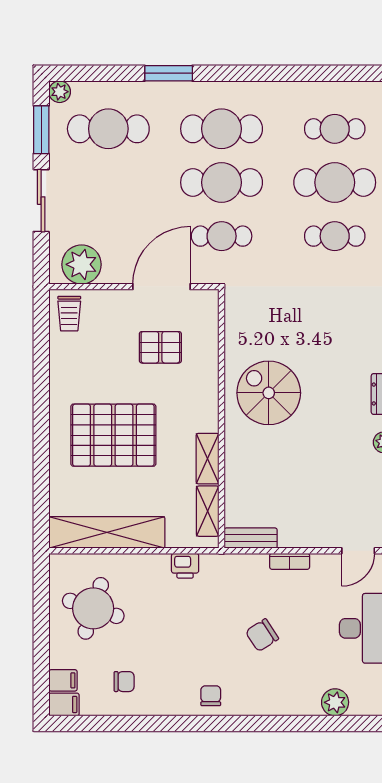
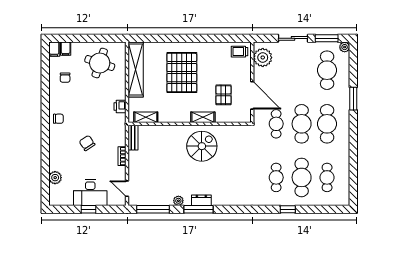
shelving: (208, 459) -> (203, 117), moved

